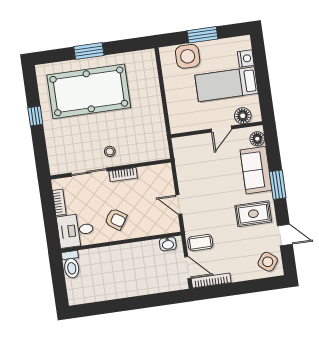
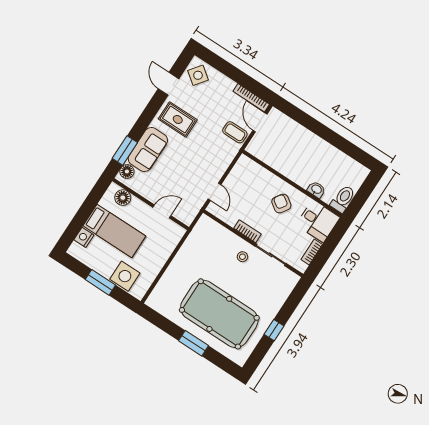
door: (221, 129) -> (162, 211), moved
window: (278, 185) -> (125, 150), moved
door: (179, 205) -> (214, 192), moved
washbasin: (168, 244) -> (316, 190), moved

